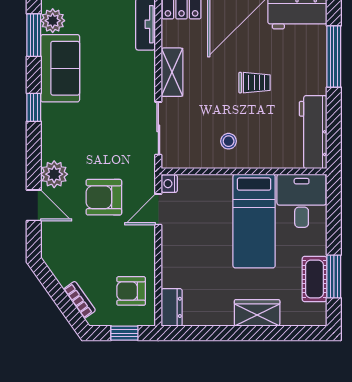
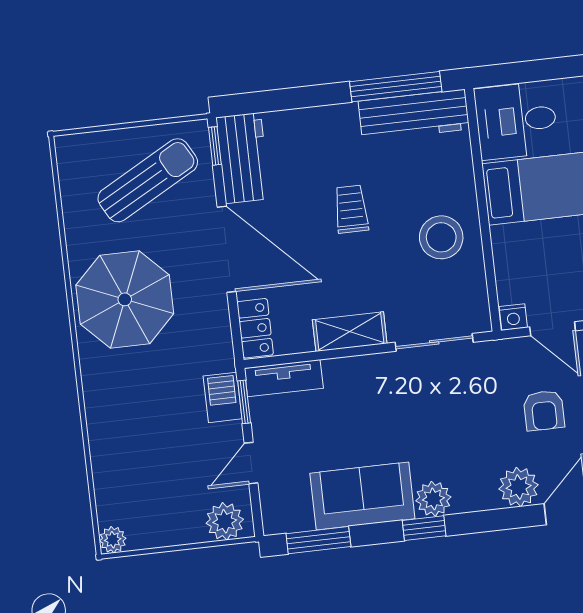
plant: (53, 21) -> (433, 499), moved
window: (334, 57) -> (396, 87), moved
stool: (229, 141) -> (441, 237), width x1.89, depth x1.89
armchair: (104, 197) -> (544, 410), width x0.72, depth x0.72

